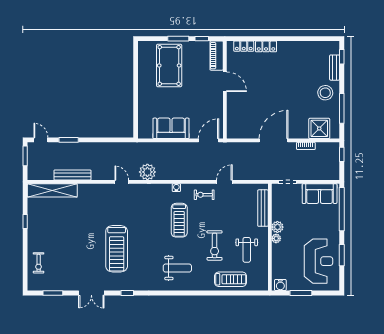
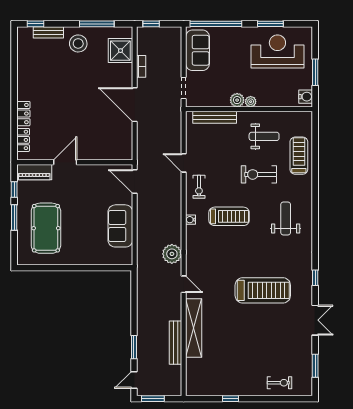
pool table: (169, 65) -> (46, 228), turned 90
door: (122, 182) -> (184, 284), swing flipped
shelving: (52, 190) -> (194, 328), moved
exercise bike: (215, 245) -> (259, 174), turned 180

